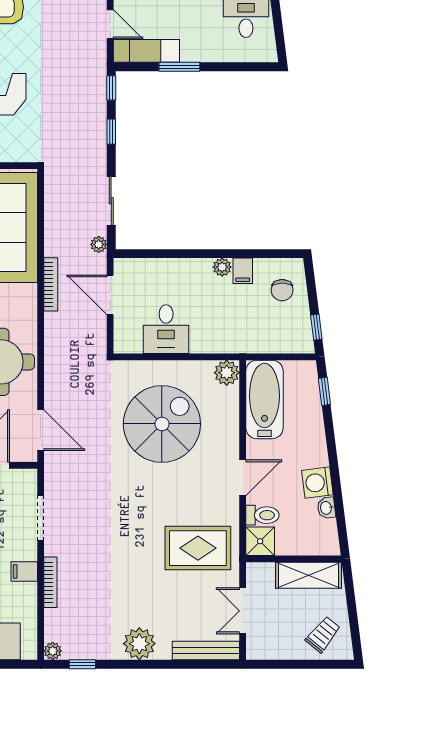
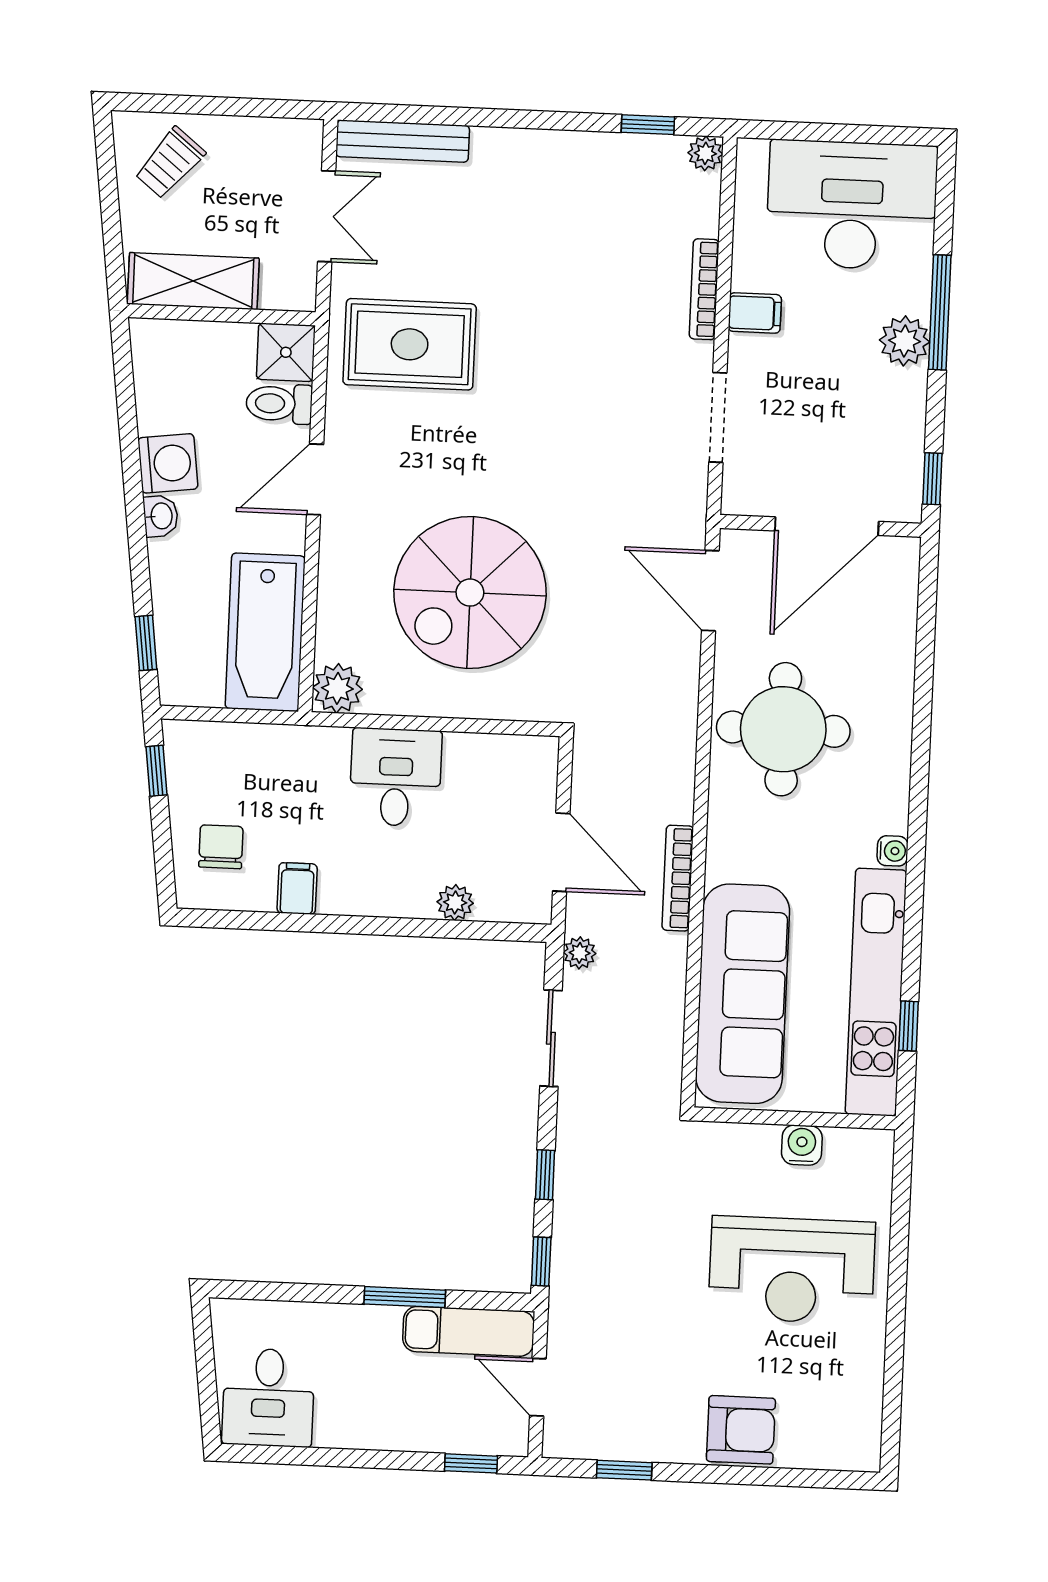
plant: (222, 267) -> (455, 902), moved
desk: (166, 329) -> (396, 777), moved
washbasin: (326, 508) -> (161, 516), moved
plant: (139, 644) -> (534, 160), removed

